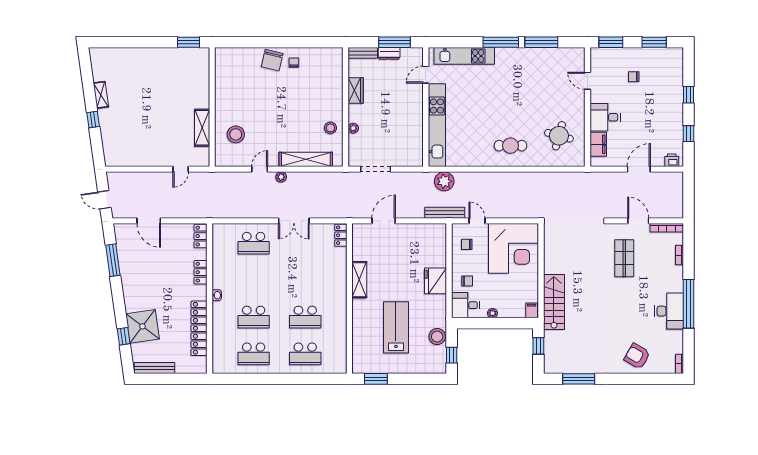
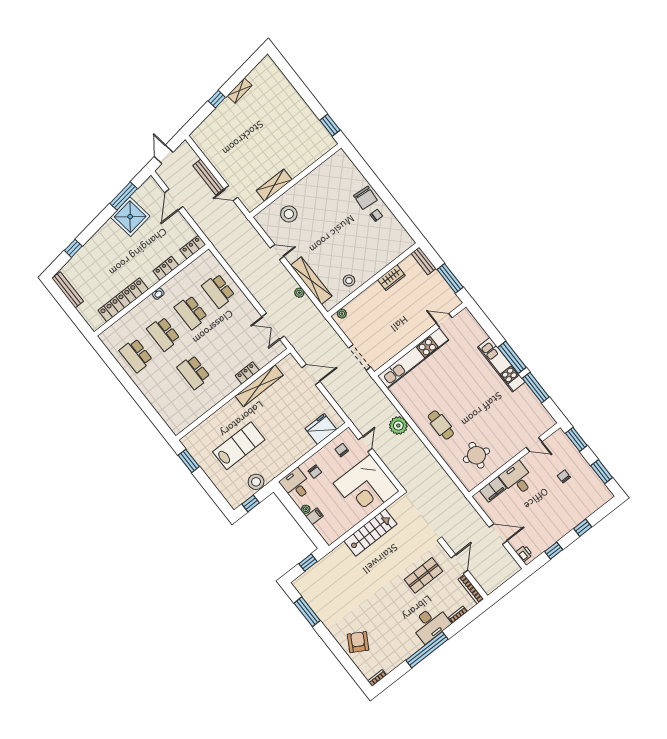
dresser: (389, 53) -> (439, 281), removed
kitchen unit: (464, 56) -> (501, 365), moved
chair: (272, 60) -> (365, 198), turned -98
door: (588, 81) -> (534, 444), swing flipped
plant: (353, 128) -> (342, 314), moved
doorway: (376, 169) -> (360, 357), moved
plant: (281, 177) -> (299, 293), moved
plant: (444, 181) -> (398, 426), moved
bench: (445, 213) -> (208, 177), moved
double door: (294, 221) -> (273, 326), moved
locker: (341, 235) -> (247, 373), moved
shelving: (359, 280) -> (259, 386), width x1.47
fridge: (435, 281) -> (321, 429), moved
stairs: (554, 302) -> (370, 532), moved
filing cabinet: (532, 310) -> (314, 516), moved
desk: (669, 311) -> (430, 624), moved
shower: (143, 326) -> (130, 217), moved
school desk: (305, 354) -> (191, 312), moved

